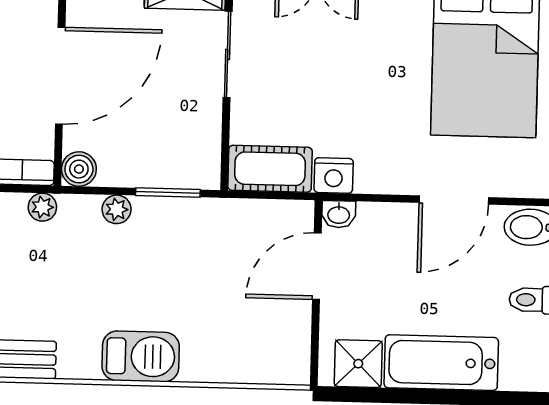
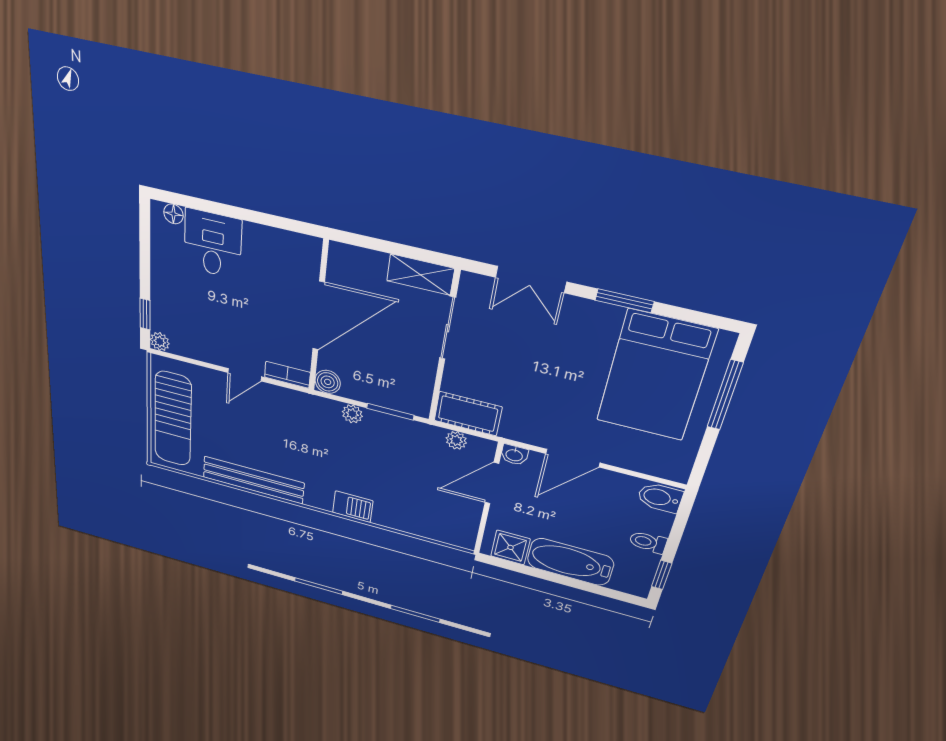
nightstand: (334, 175) -> (515, 429), removed
door: (454, 200) -> (573, 458), moved
plant: (42, 207) -> (456, 440), moved
barbecue: (141, 356) -> (353, 507), width x0.73, depth x0.79

